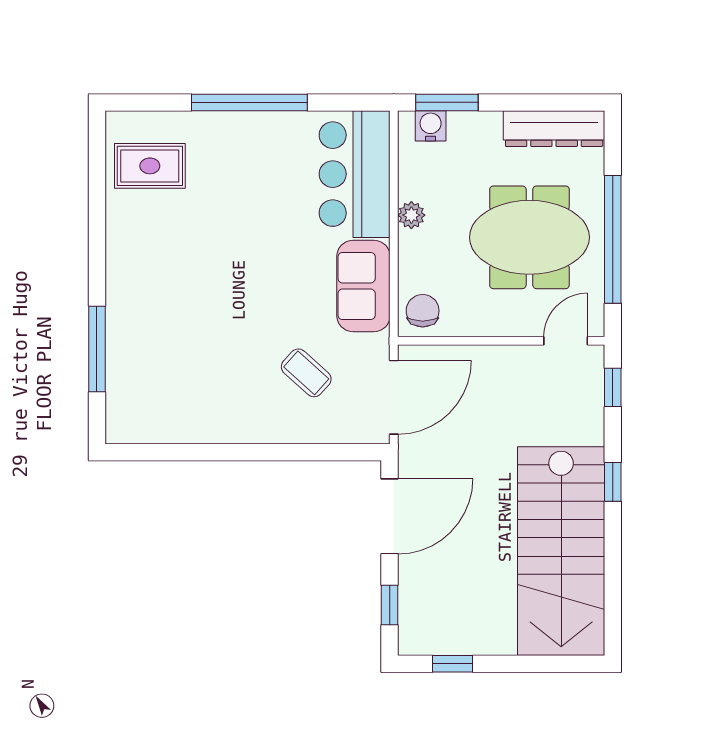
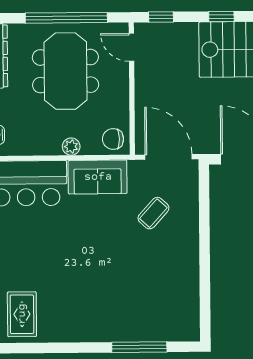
plant: (411, 215) -> (71, 147), moved

